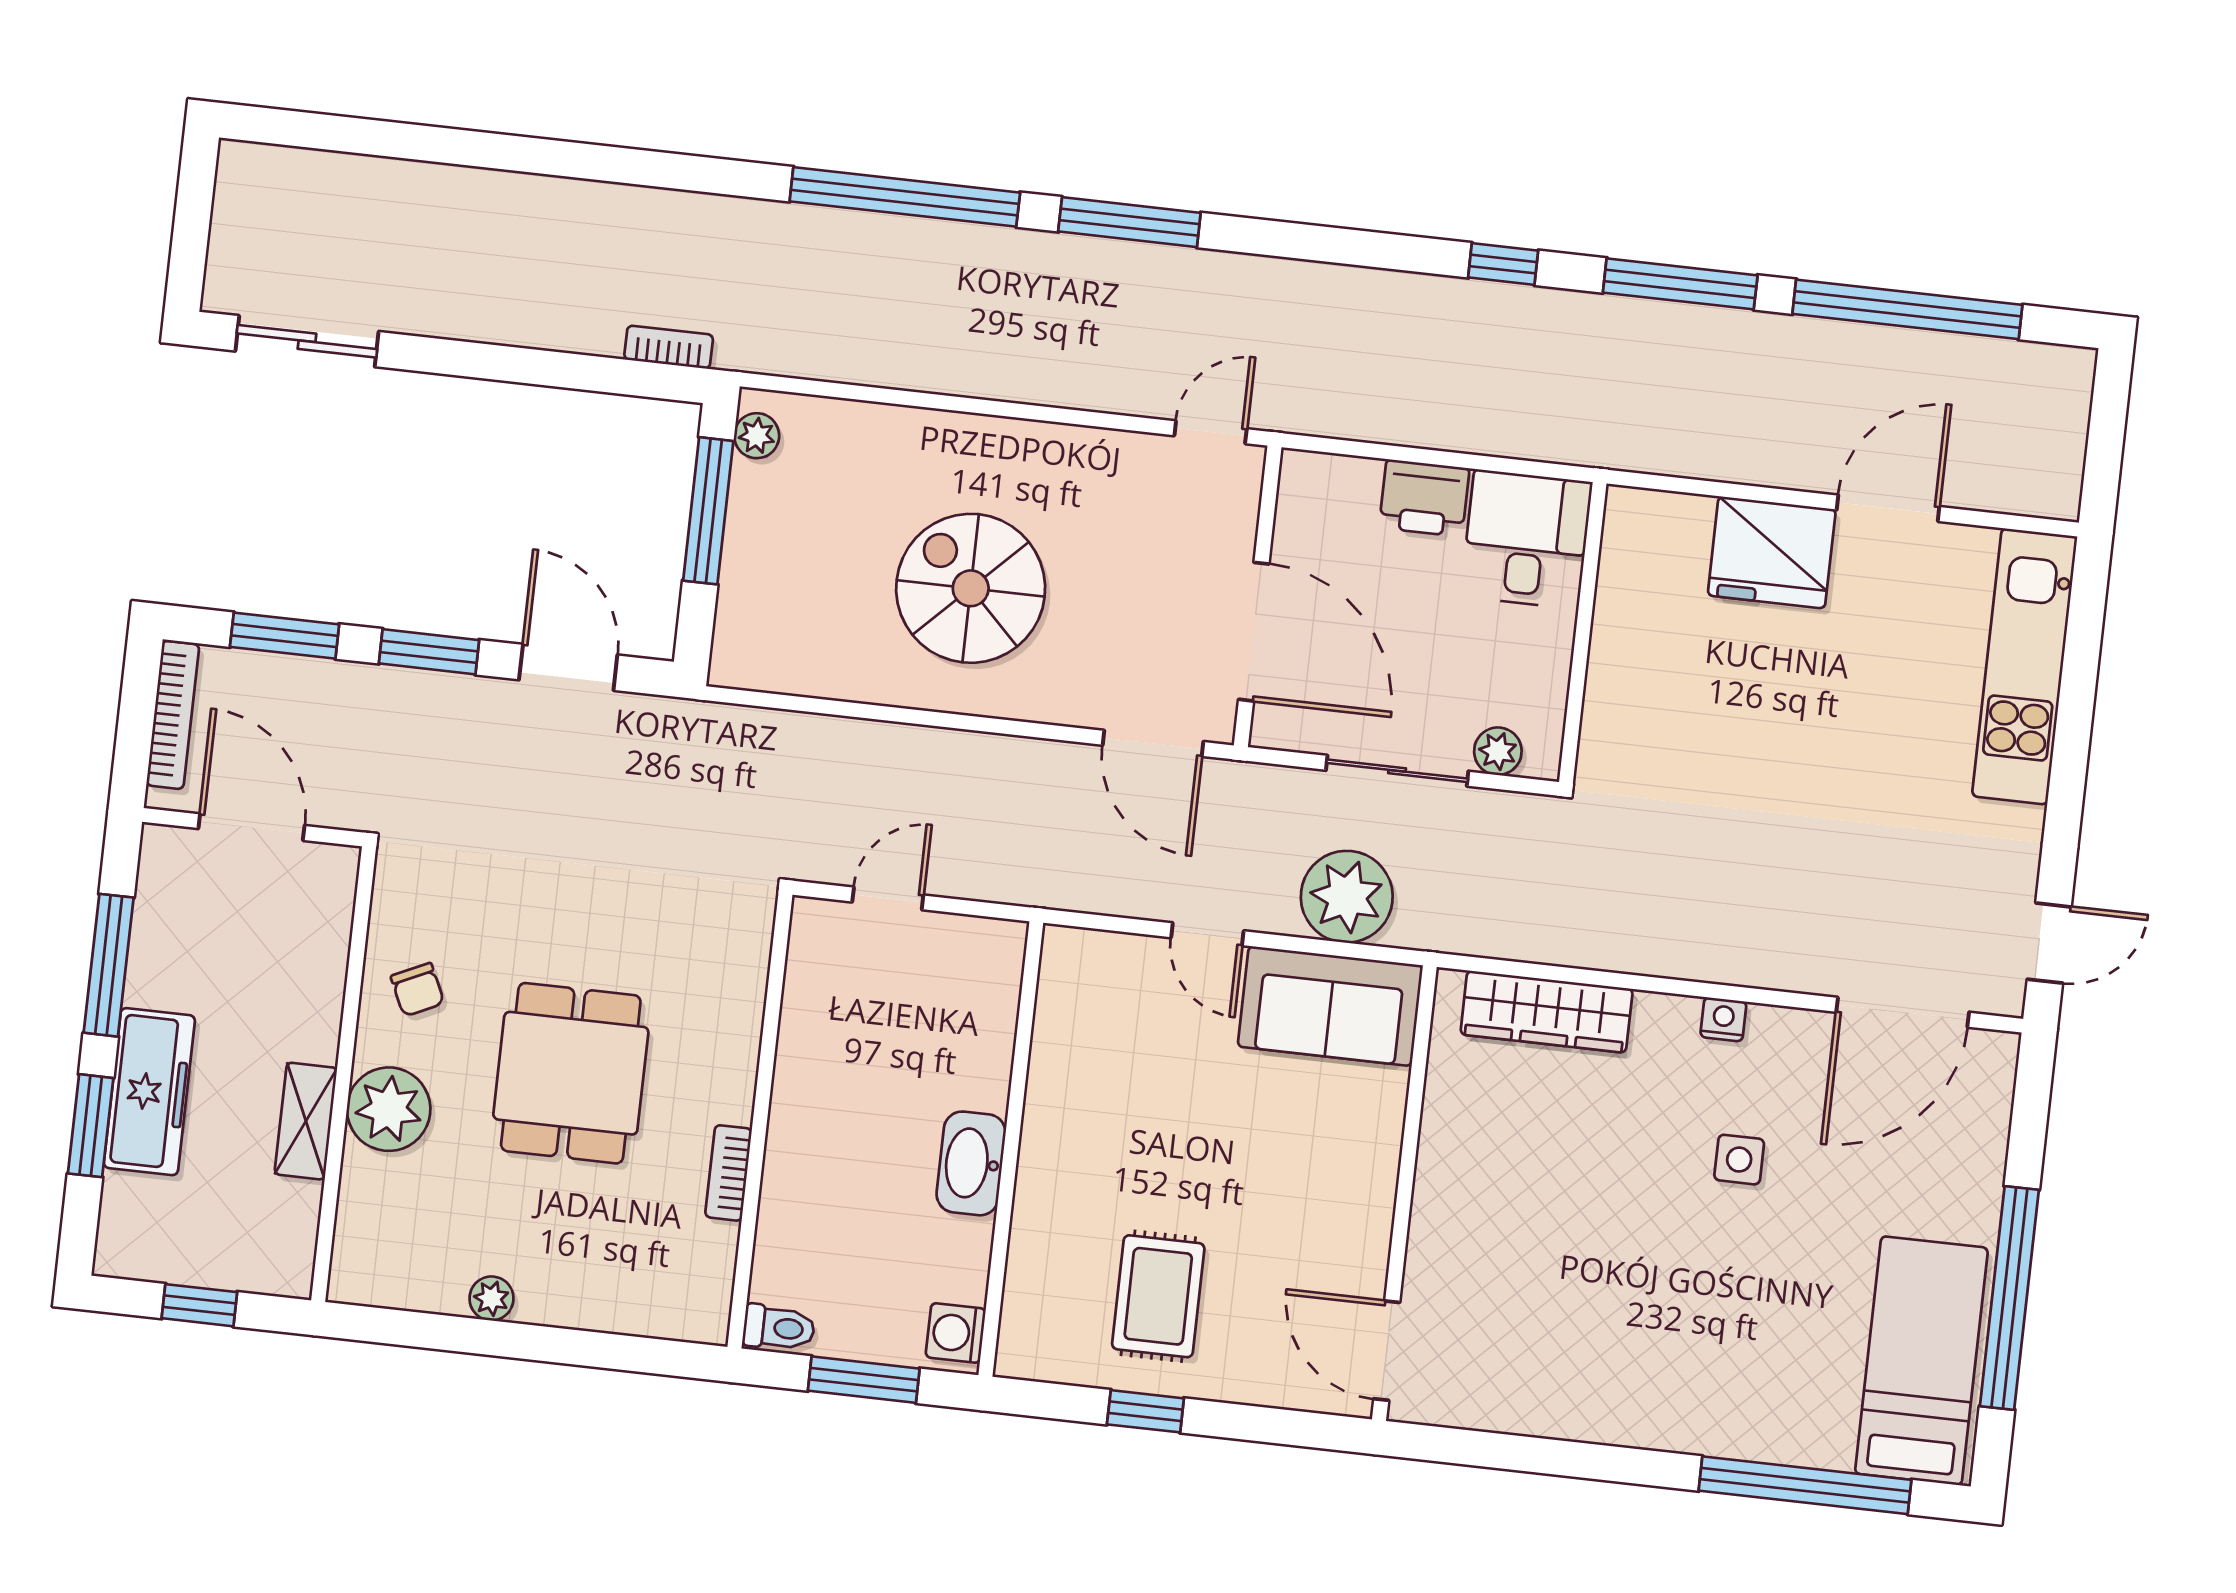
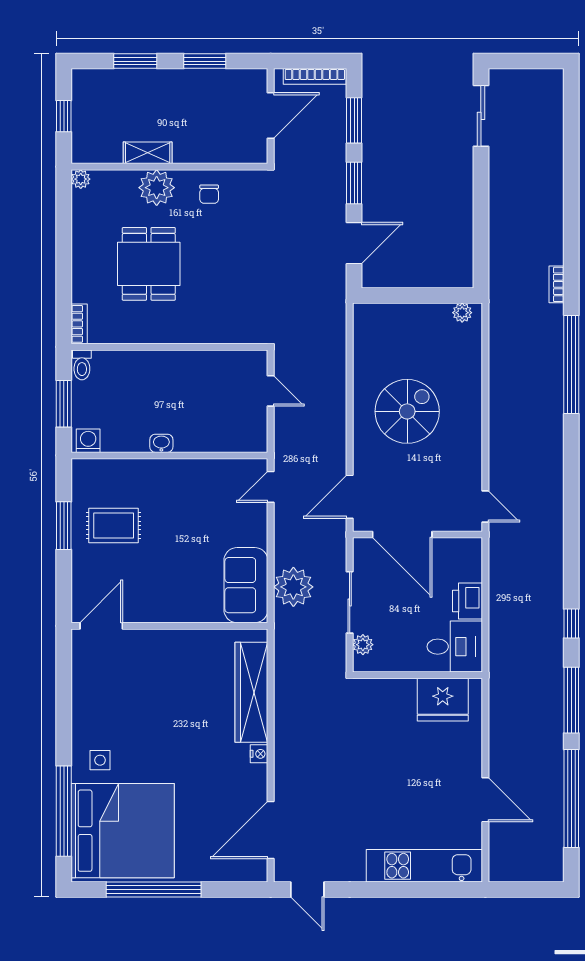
window: (1129, 222) -> (571, 462), removed
bookcase: (669, 347) -> (556, 284), moved, turned 180
window: (708, 511) -> (428, 296), removed
fridge: (1772, 552) -> (443, 700), moved, turned -90
door: (1254, 632) -> (402, 534), hinge flipped
door: (1207, 934) -> (271, 487), moved
window: (109, 965) -> (205, 61), width x0.69
chair: (417, 990) -> (209, 194), turned -65
wardrobe: (1547, 1012) -> (251, 692), width x1.40, depth x1.17
door: (1903, 1012) -> (271, 830), hinge flipped
dining table: (571, 1073) -> (149, 264), moved, turned 90
freezer: (149, 1092) -> (153, 84), removed
side table: (1739, 1160) -> (100, 760), moved
washbasin: (971, 1163) -> (161, 443), width x0.52, depth x0.69
bookcase: (728, 1173) -> (79, 324), moved, turned 90
plant: (491, 1298) -> (81, 179), moved
bed: (1921, 1361) -> (123, 831), width x2.04
window: (1145, 1411) -> (64, 526), width x1.50

